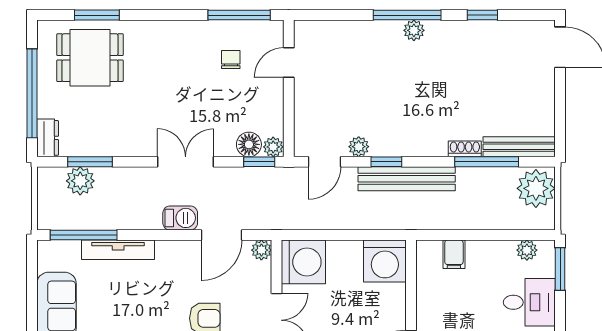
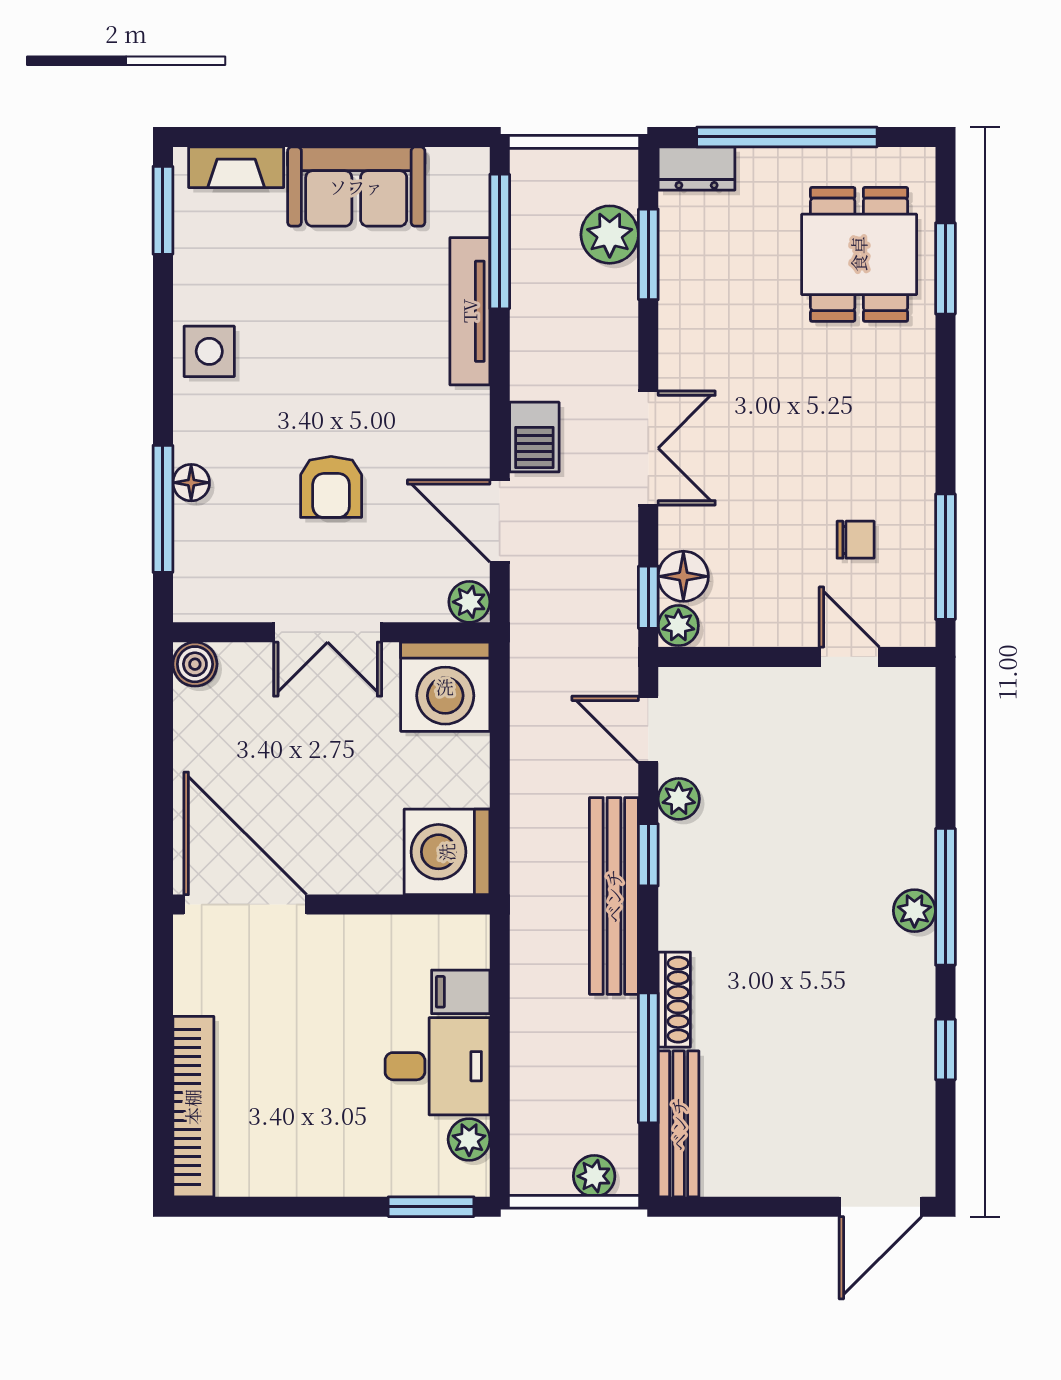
shoe rack: (465, 149) -> (674, 1000), width x1.43
plant: (536, 188) -> (594, 1176), width x0.53, depth x0.53
desk: (529, 302) -> (437, 1066), moved, turned -90

